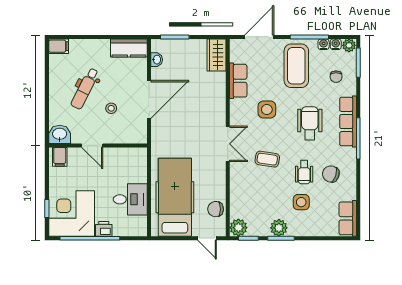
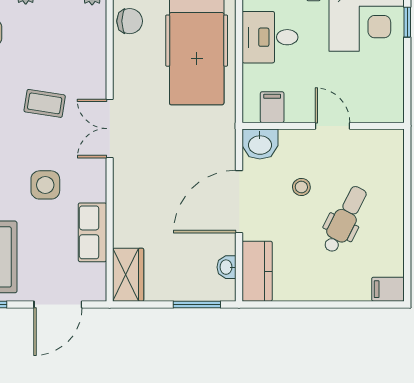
kitchen counter: (129, 48) -> (257, 271), moved, turned 90
washbasin: (60, 134) -> (260, 144), moved
filing cabinet: (60, 157) -> (272, 107), moved

